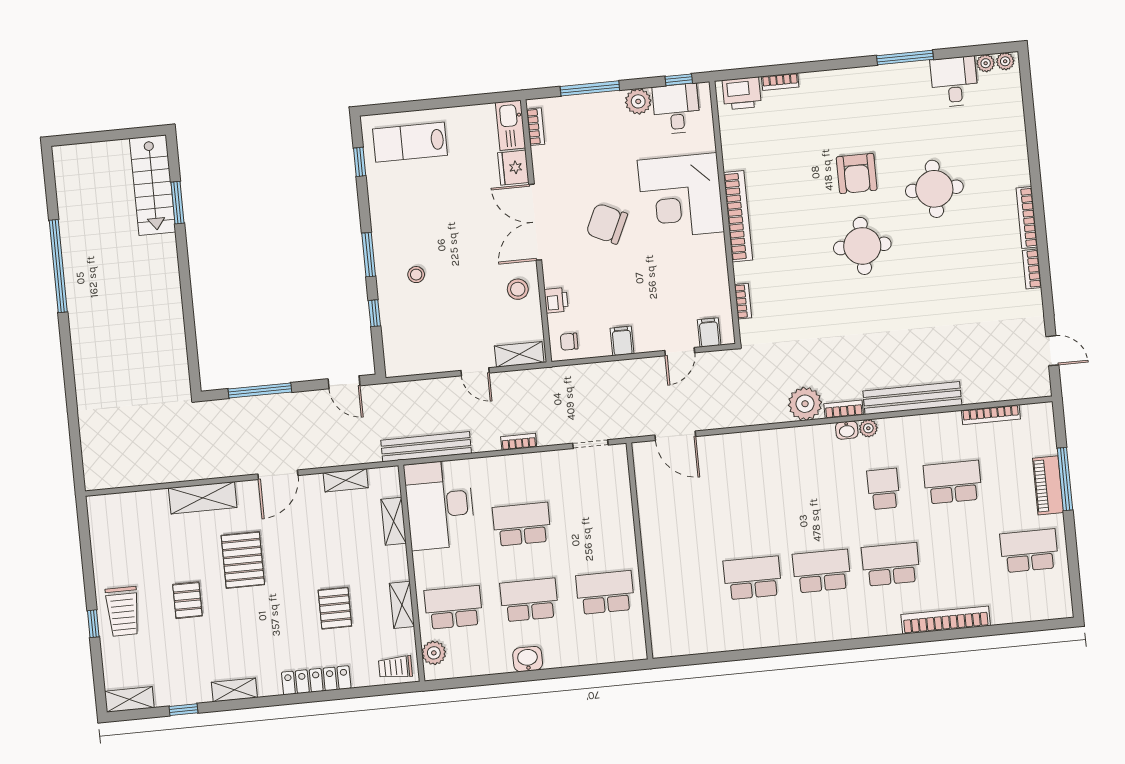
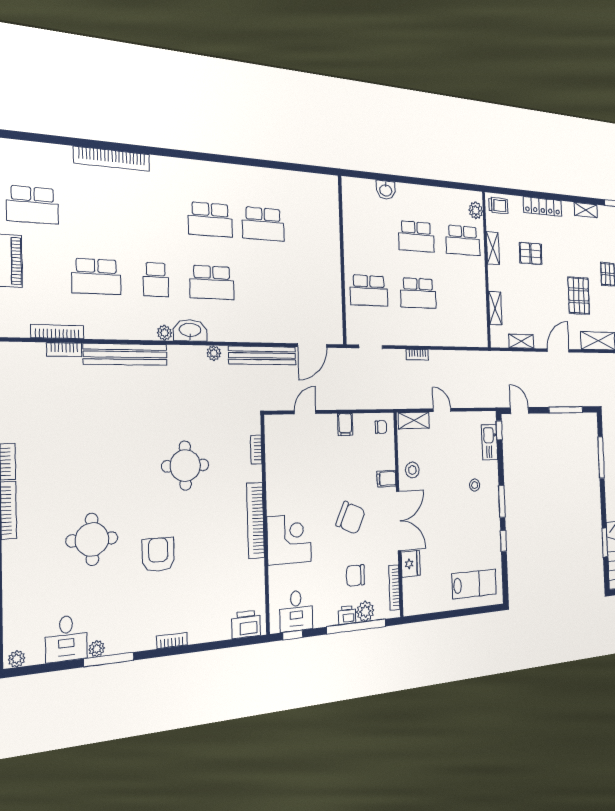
plant: (986, 63) -> (97, 649), moved
bookcase: (780, 82) -> (172, 641), moved
window: (590, 88) -> (356, 627), width x1.46
plant: (638, 101) -> (365, 611), moved
kitchen sink: (511, 125) -> (490, 442), moved, turned 180
bookcase: (536, 127) -> (394, 588), width x1.56
chair: (595, 152) -> (356, 575), added
window: (360, 162) -> (503, 541), moved
corner desk: (681, 196) -> (289, 539), width x0.74, depth x0.74
round table: (862, 246) -> (185, 466), moved
printer: (556, 300) -> (347, 615), moved, turned 90
window: (374, 313) -> (499, 430), moved
window: (190, 326) -> (601, 458), added
filing cabinet: (709, 332) -> (386, 479), moved, turned 90
plant: (805, 404) -> (214, 353), width x0.53, depth x0.53
bookcase: (844, 409) -> (64, 350), moved
washbasin: (847, 430) -> (190, 330), width x1.91, depth x1.45
door: (675, 436) -> (312, 346), swing flipped
bench: (426, 447) -> (262, 355), moved
desk: (440, 505) -> (468, 315), removed
school desk: (891, 564) -> (212, 282), moved
school desk: (605, 592) -> (369, 291), moved
pallet: (335, 608) -> (531, 253), turned 90
washbasin: (528, 659) -> (386, 190), moved

